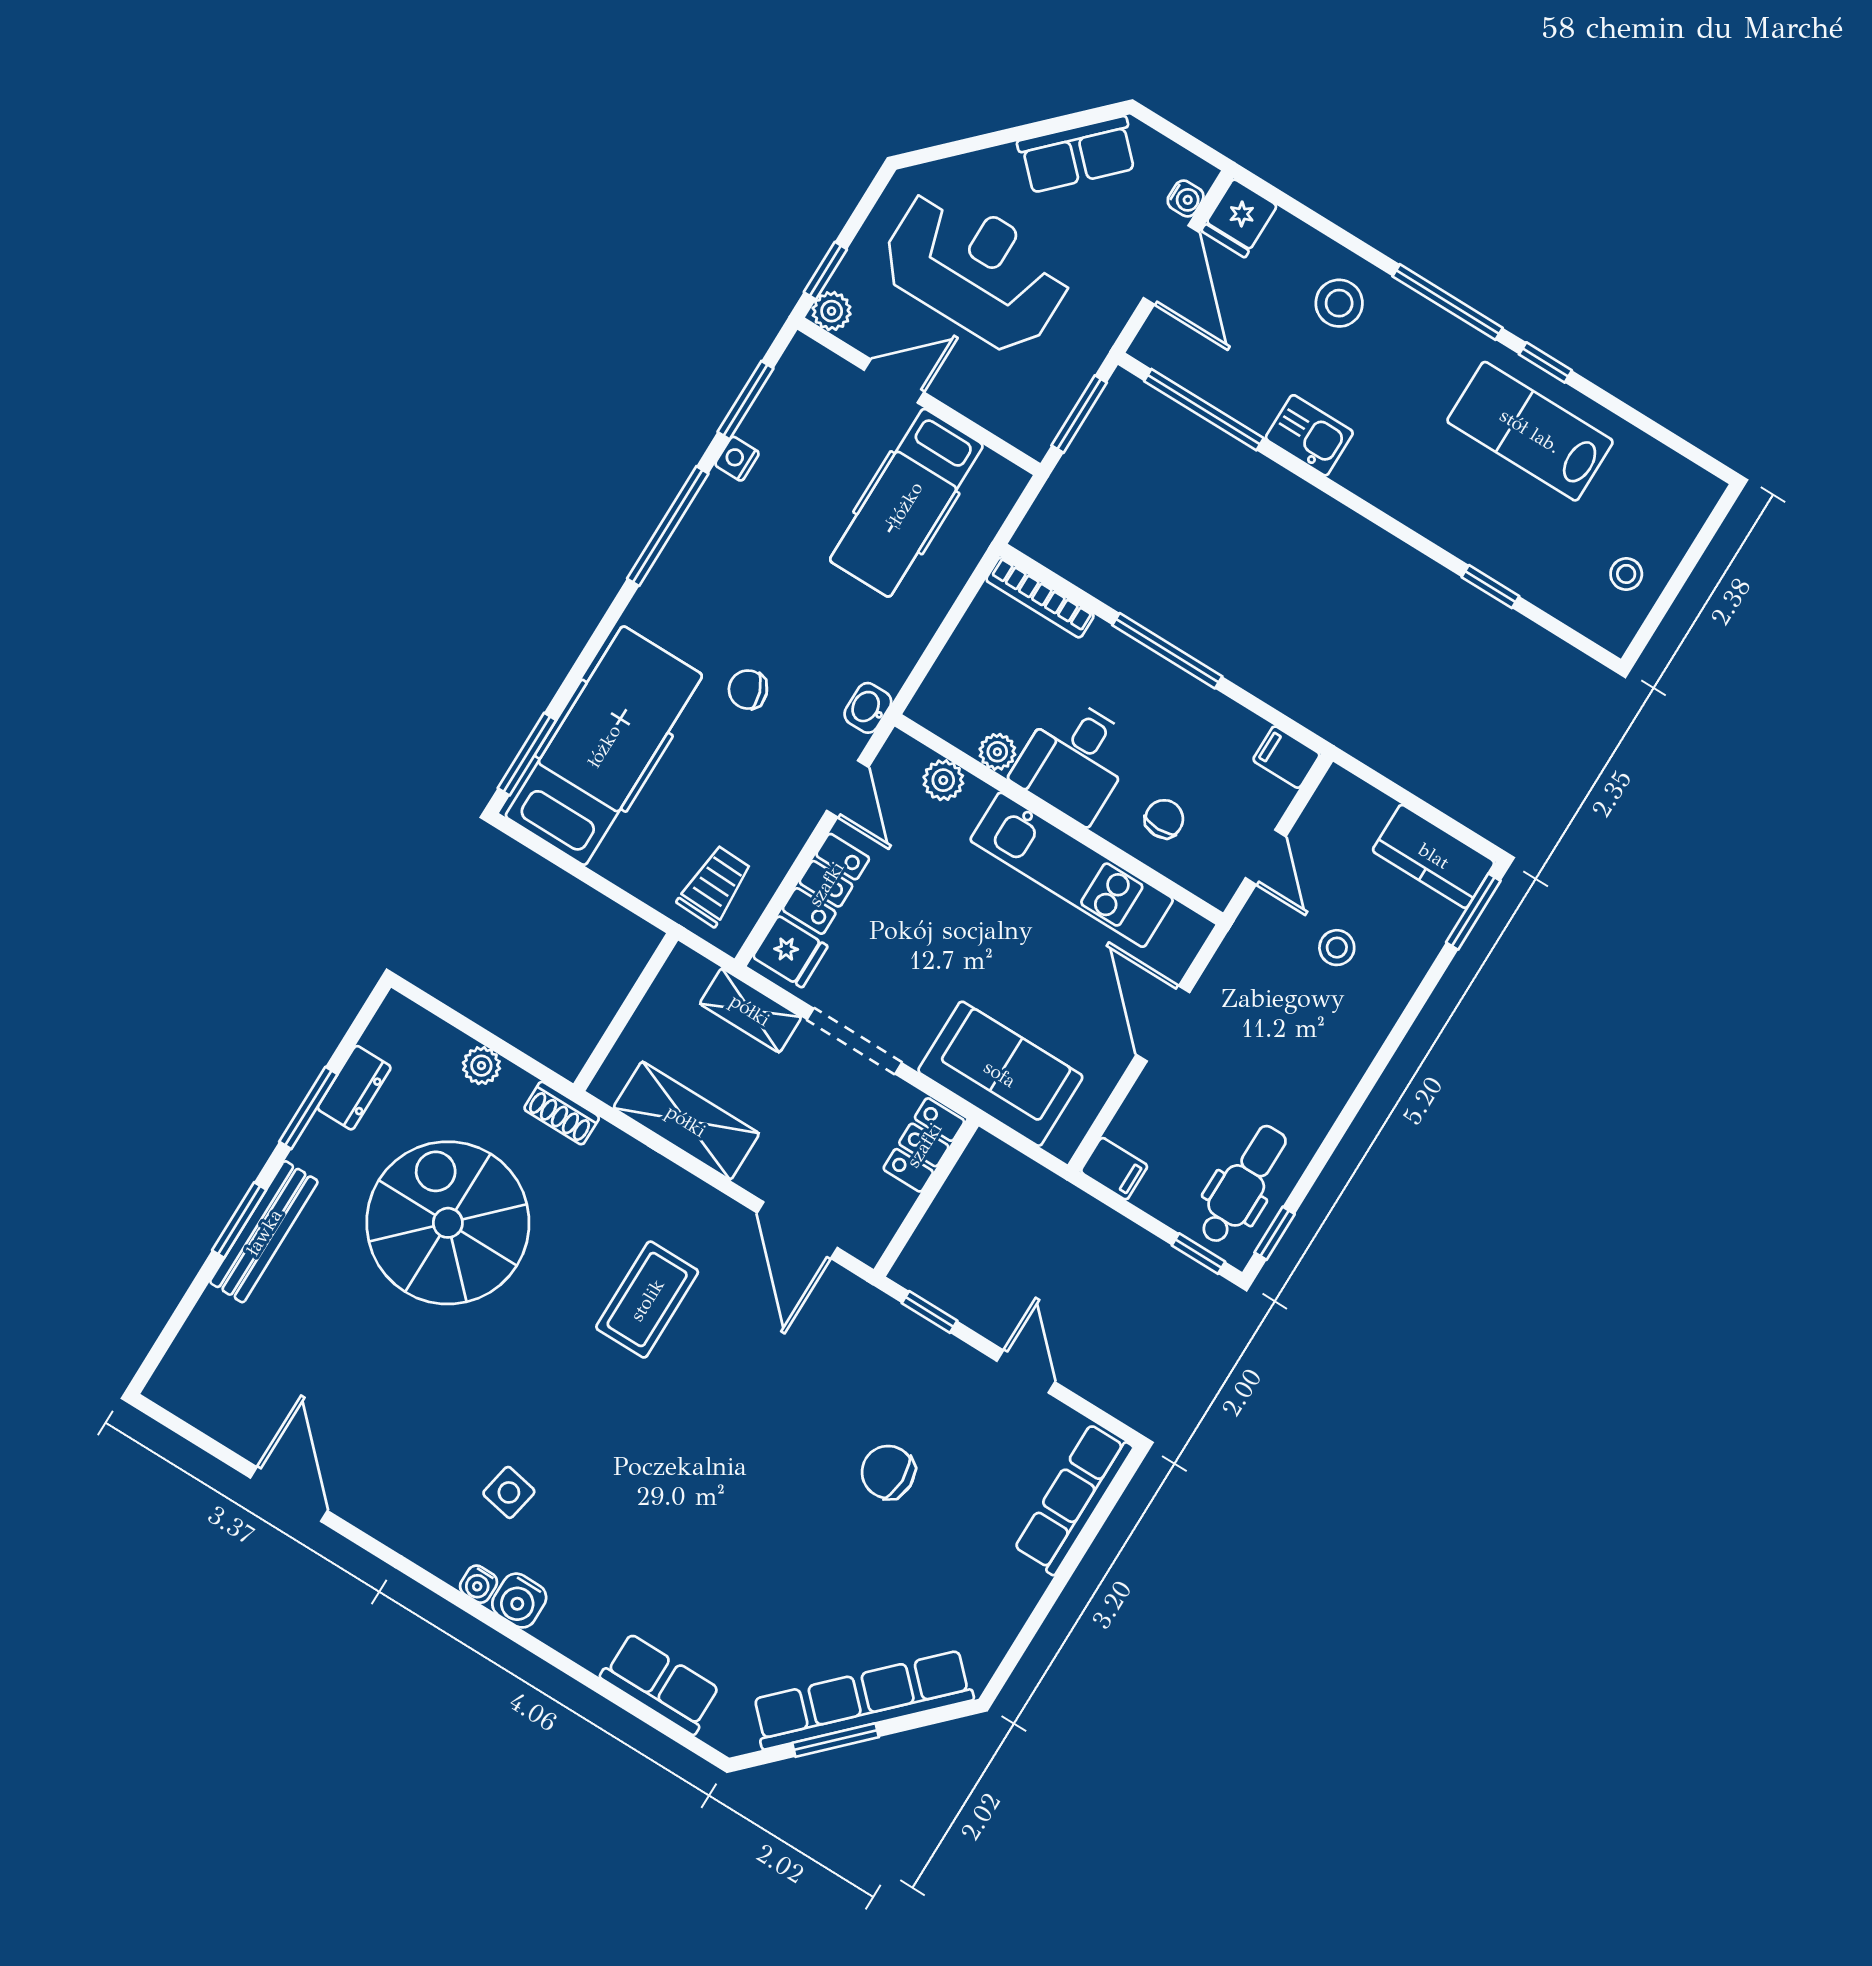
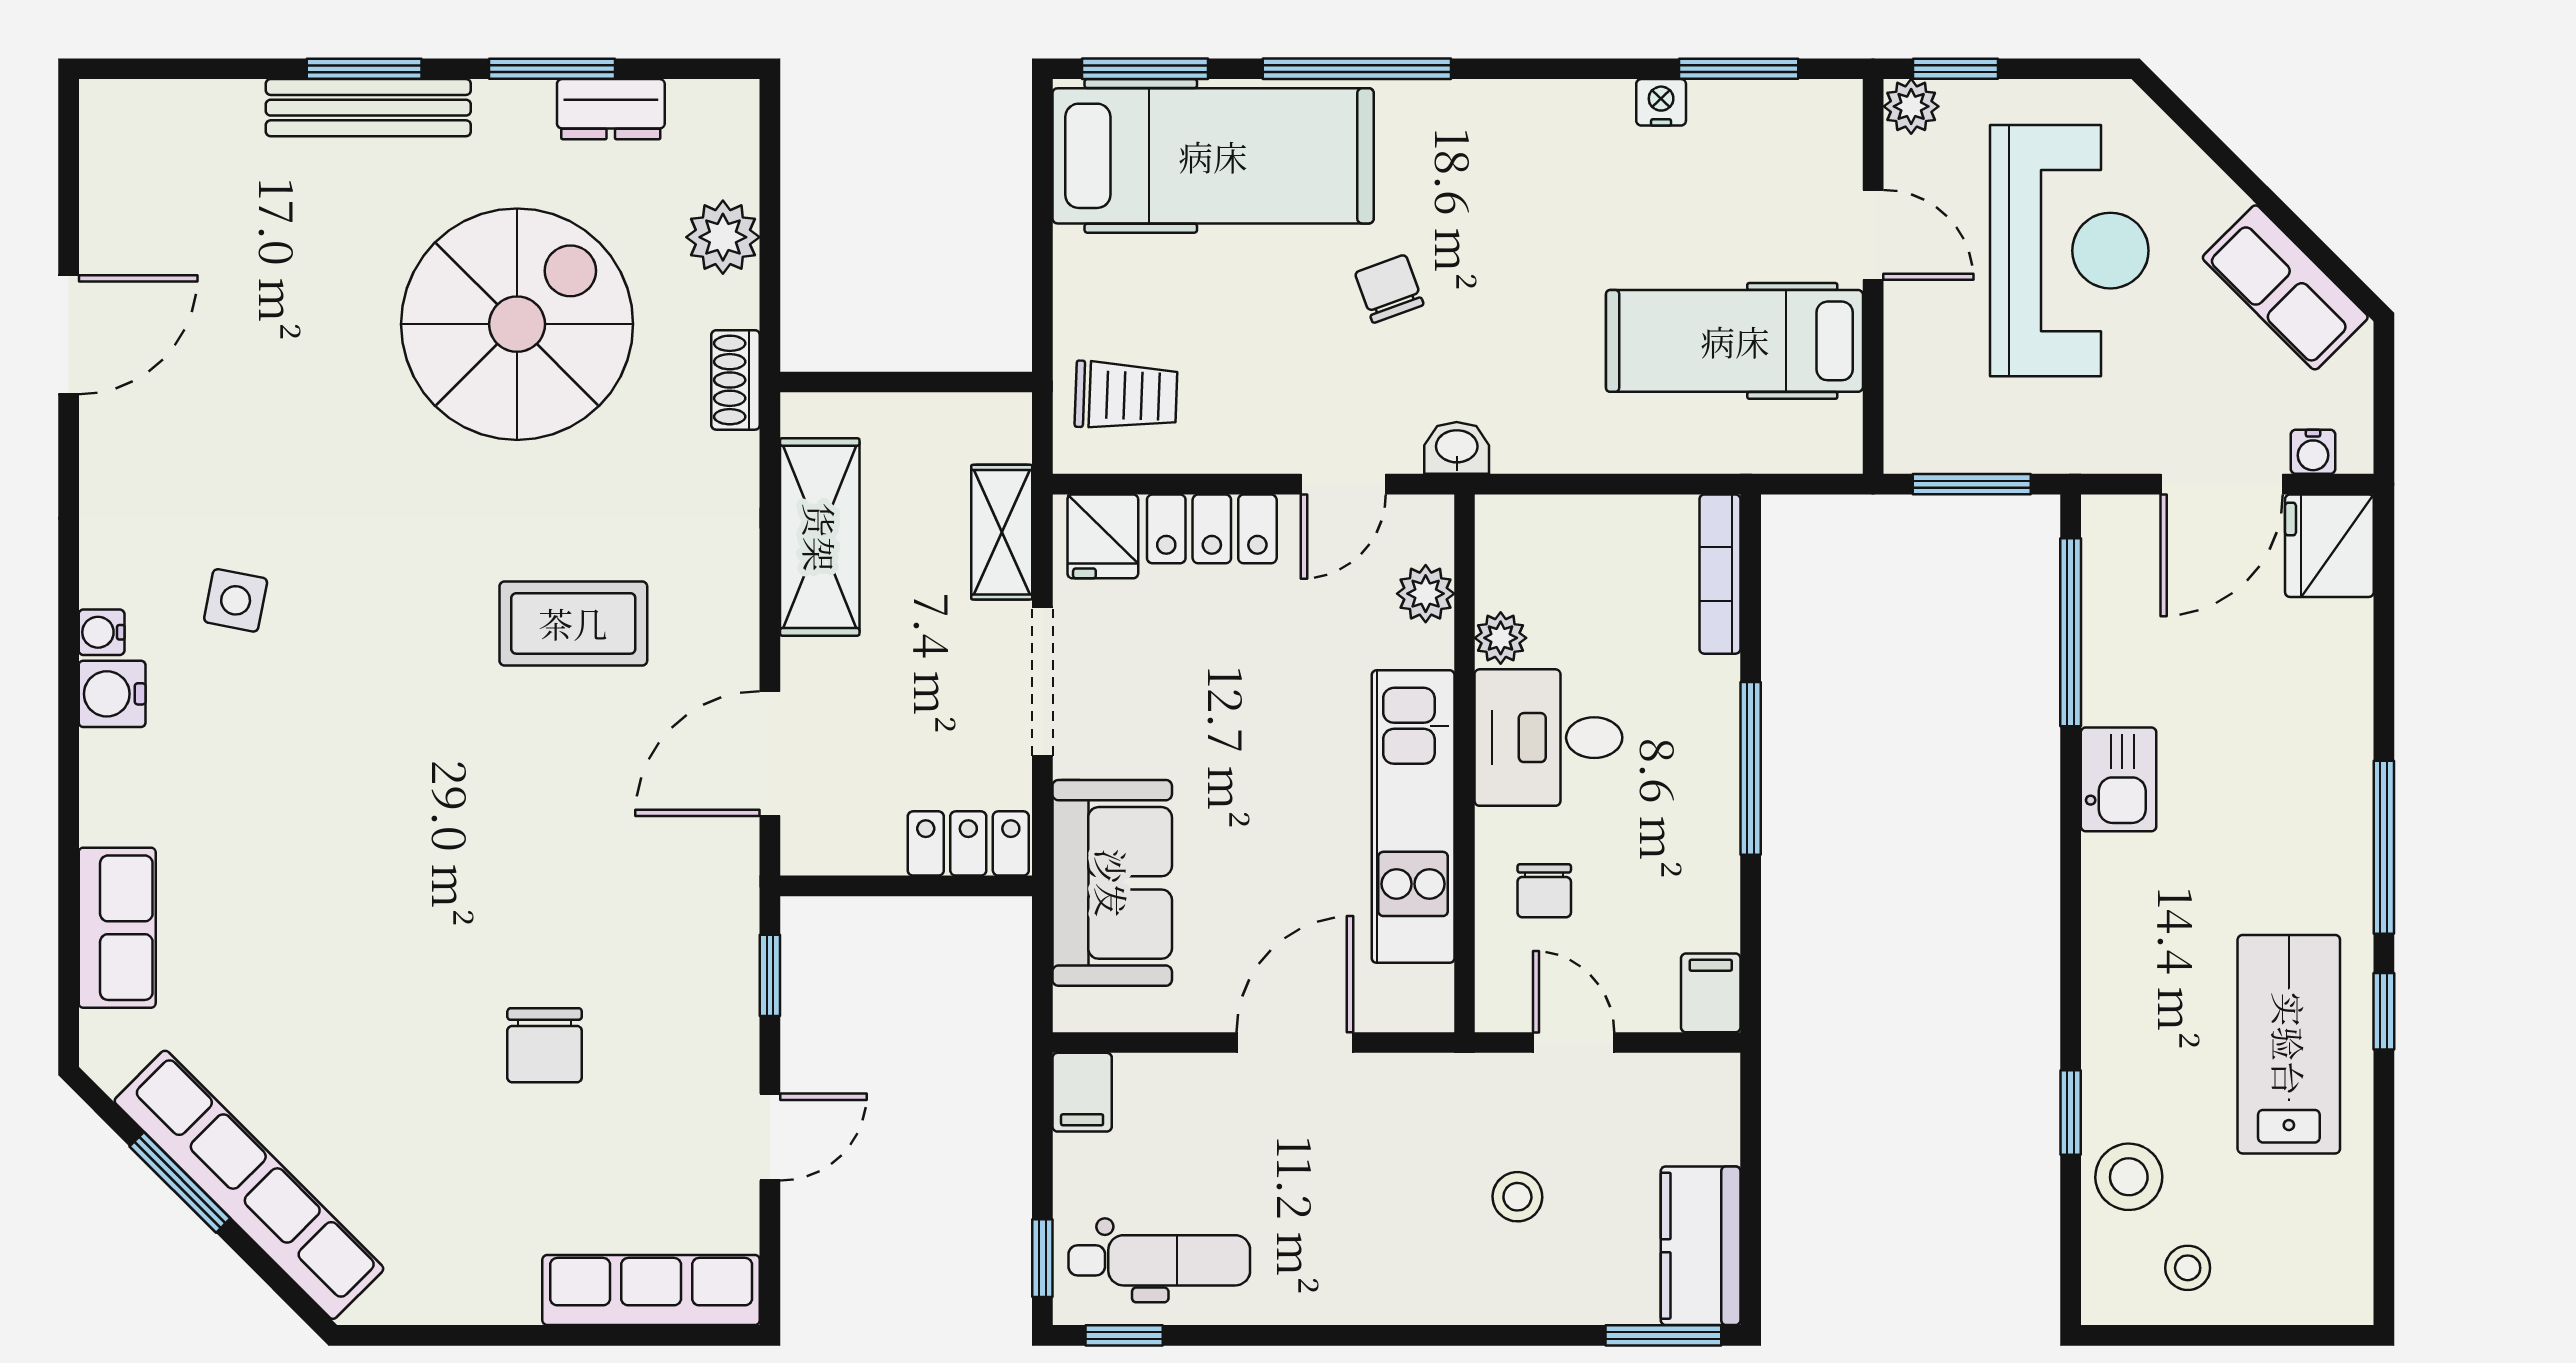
fridge: (1239, 218) -> (2329, 546), width x1.38
stool: (1339, 303) -> (2129, 1177), moved
window: (668, 526) -> (1357, 69), moved
chair: (1164, 819) -> (1544, 891), turned 90
door: (1266, 857) -> (1574, 1043), swing flipped
plant: (481, 1066) -> (723, 237), width x1.38, depth x1.38
chair: (888, 1472) -> (545, 1045), turned 180

